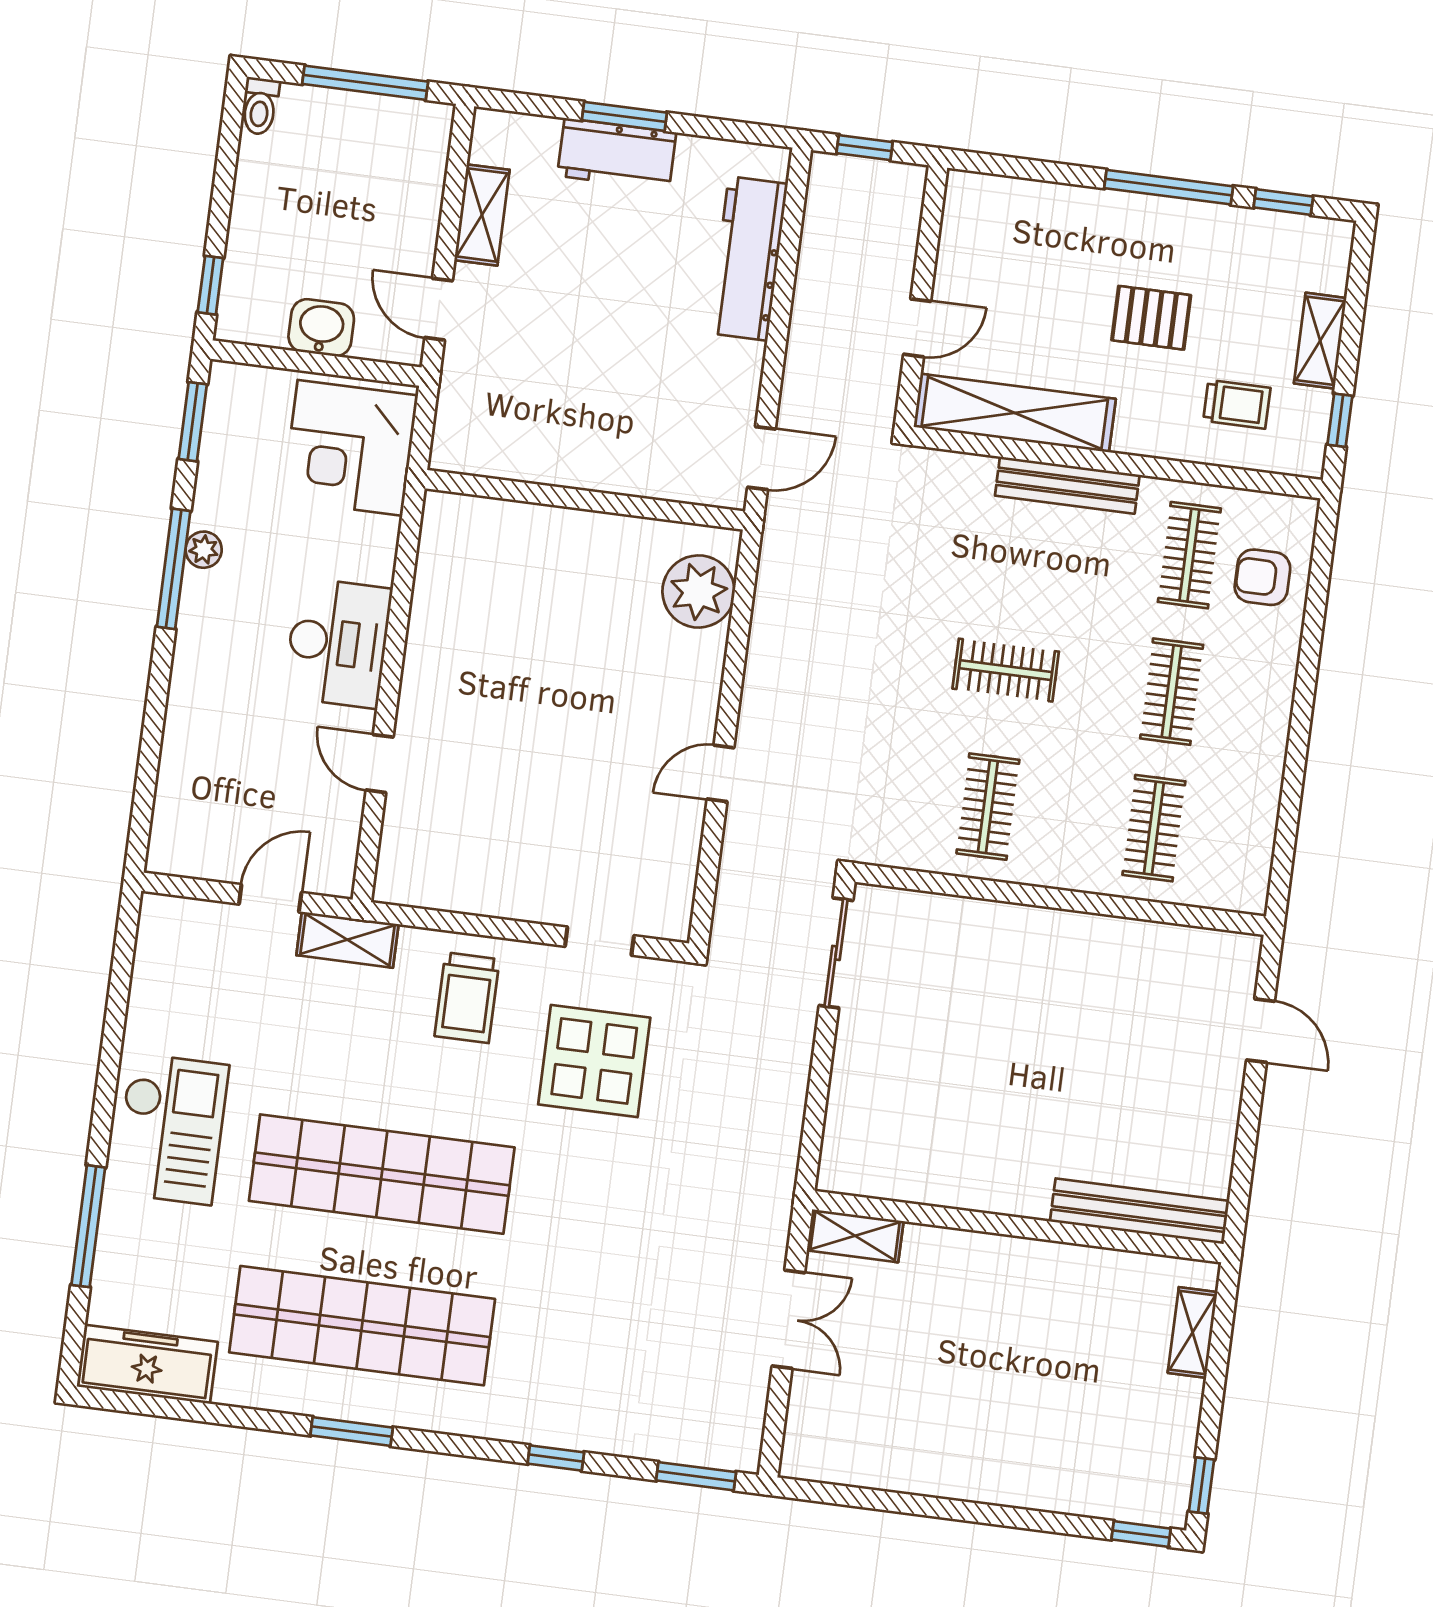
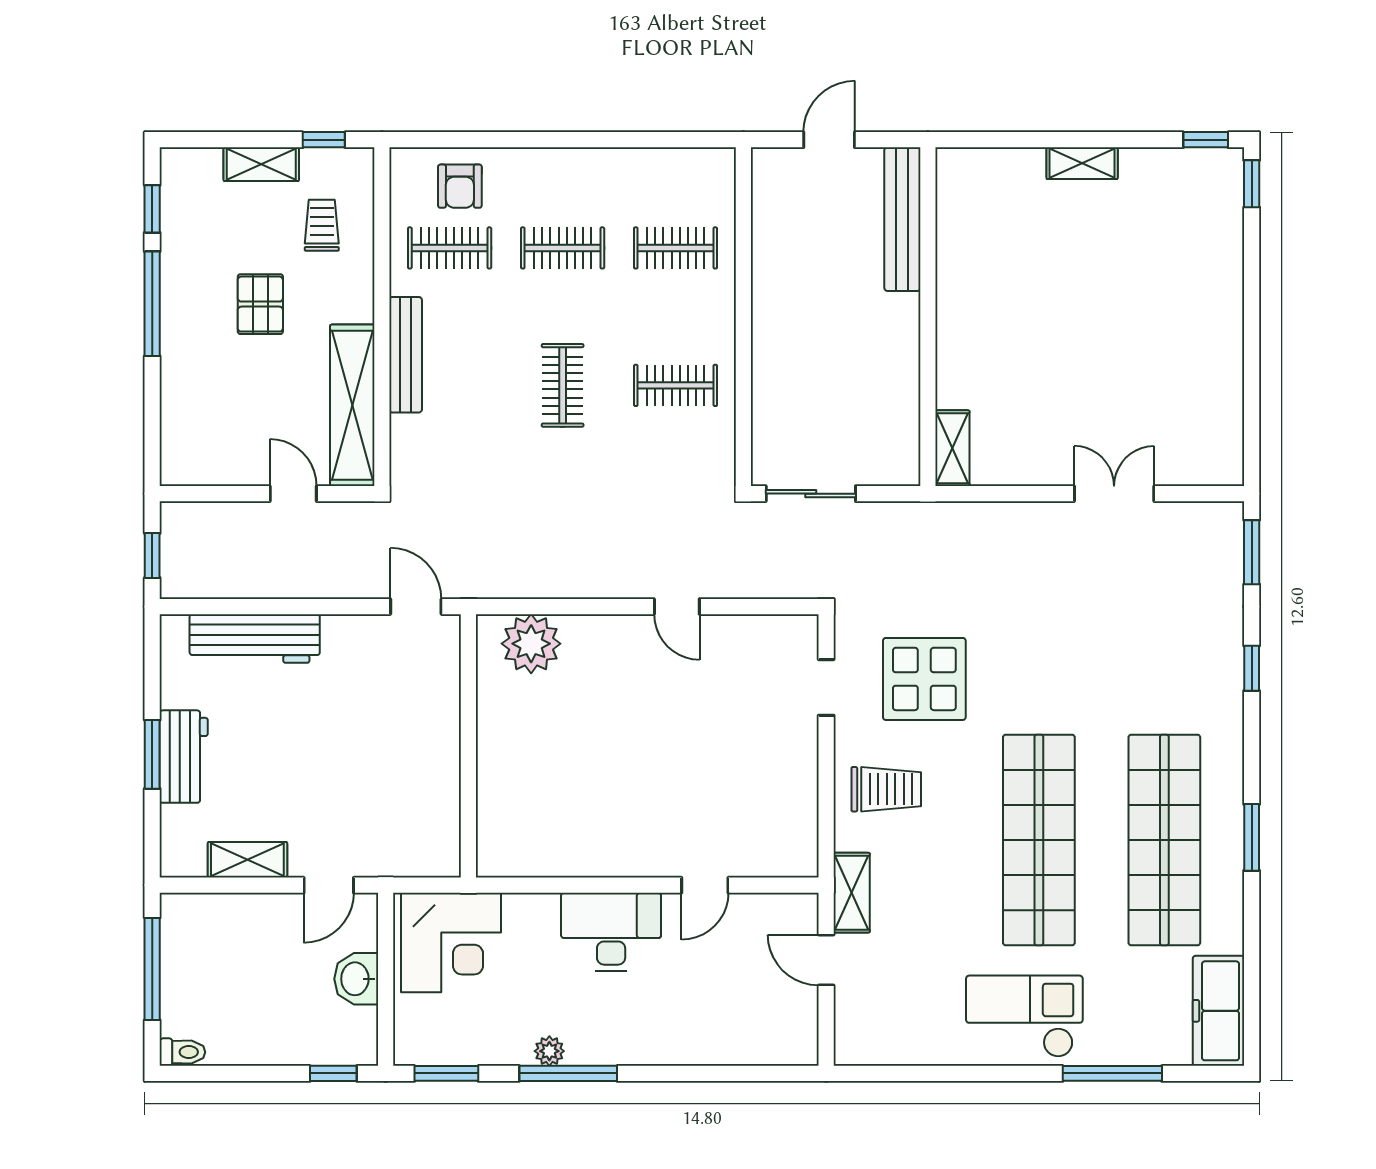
bench: (1140, 1211) -> (902, 219), moved
wall: (1018, 1227) -> (928, 317), moved
shelving: (855, 1236) -> (952, 448), moved

